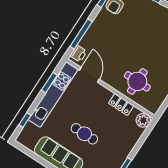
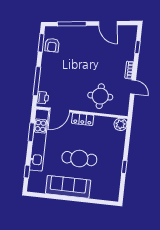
door: (89, 75) -> (60, 110), swing flipped
locker: (121, 104) -> (83, 119), moved
cafe table: (84, 134) -> (79, 159), width x1.37, depth x1.35

